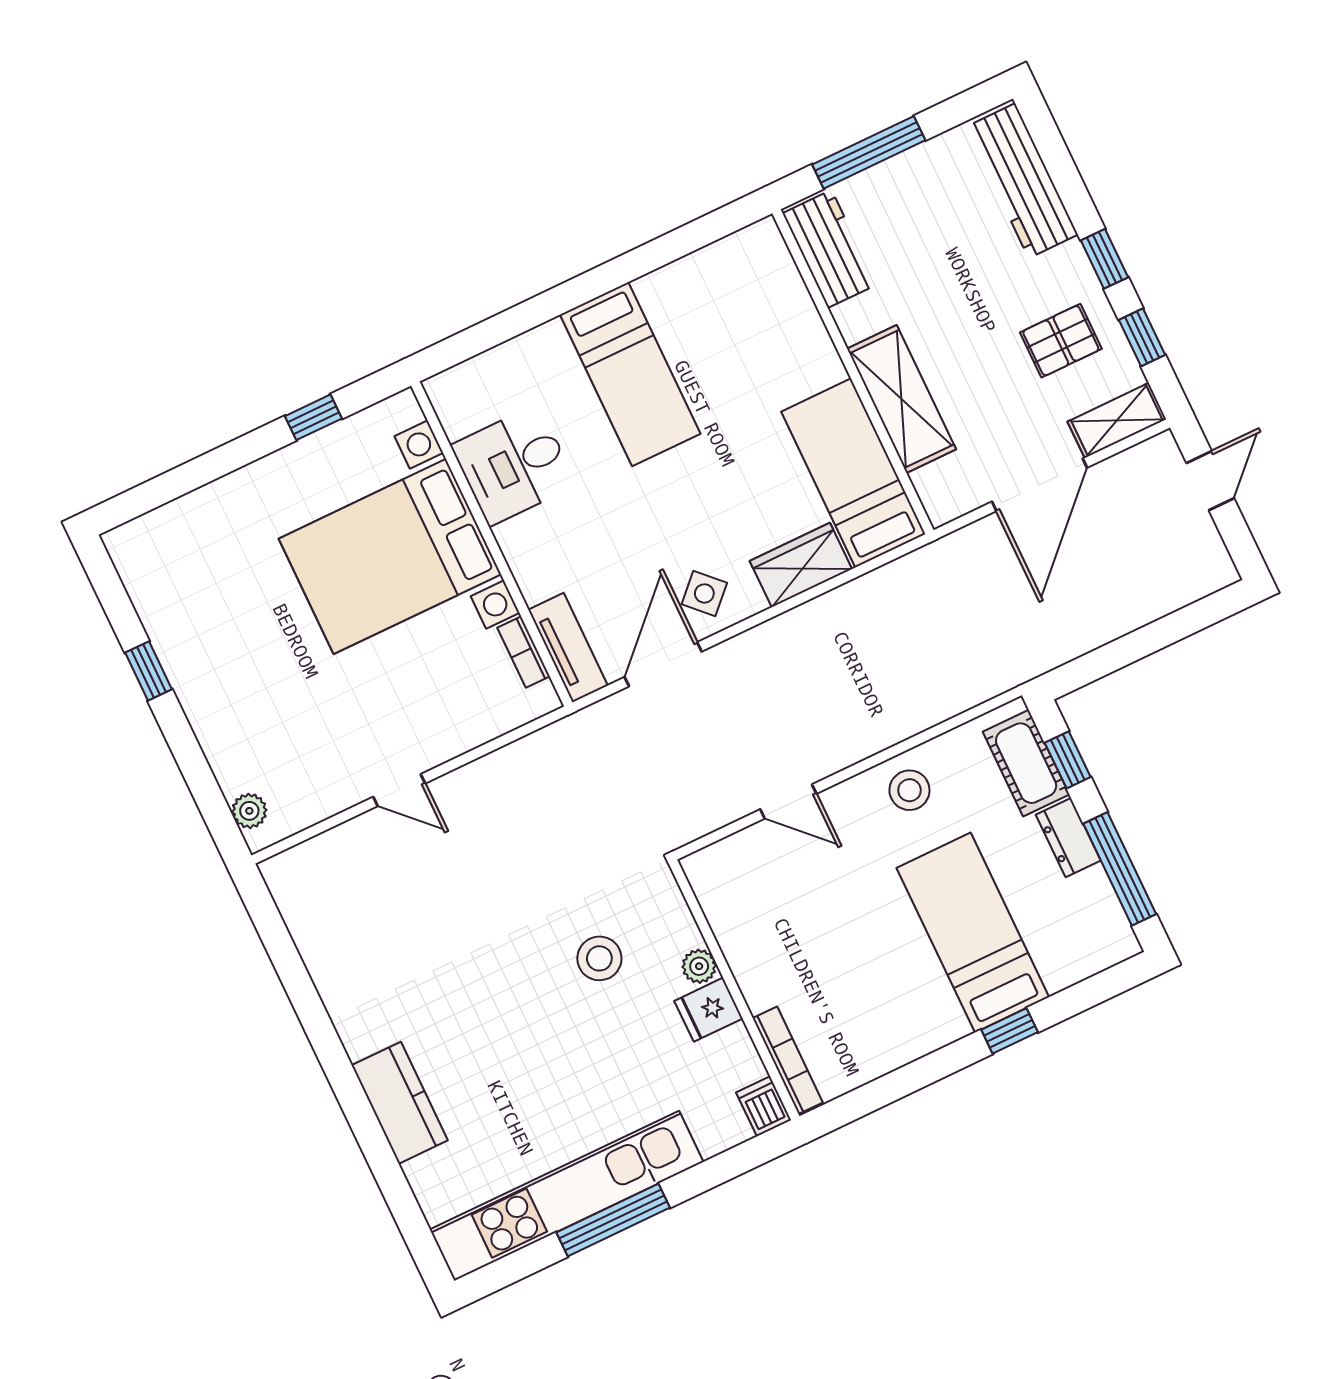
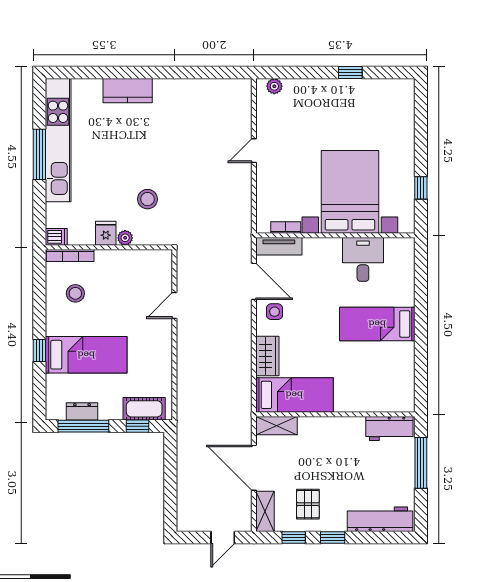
shelving: (902, 399) -> (276, 426), moved, width x0.67, depth x0.75
door: (1210, 481) -> (223, 537), hinge flipped
side table: (704, 593) -> (275, 312), turned 45
stool: (909, 790) -> (75, 293), moved
dresser: (1068, 838) -> (82, 411), moved

